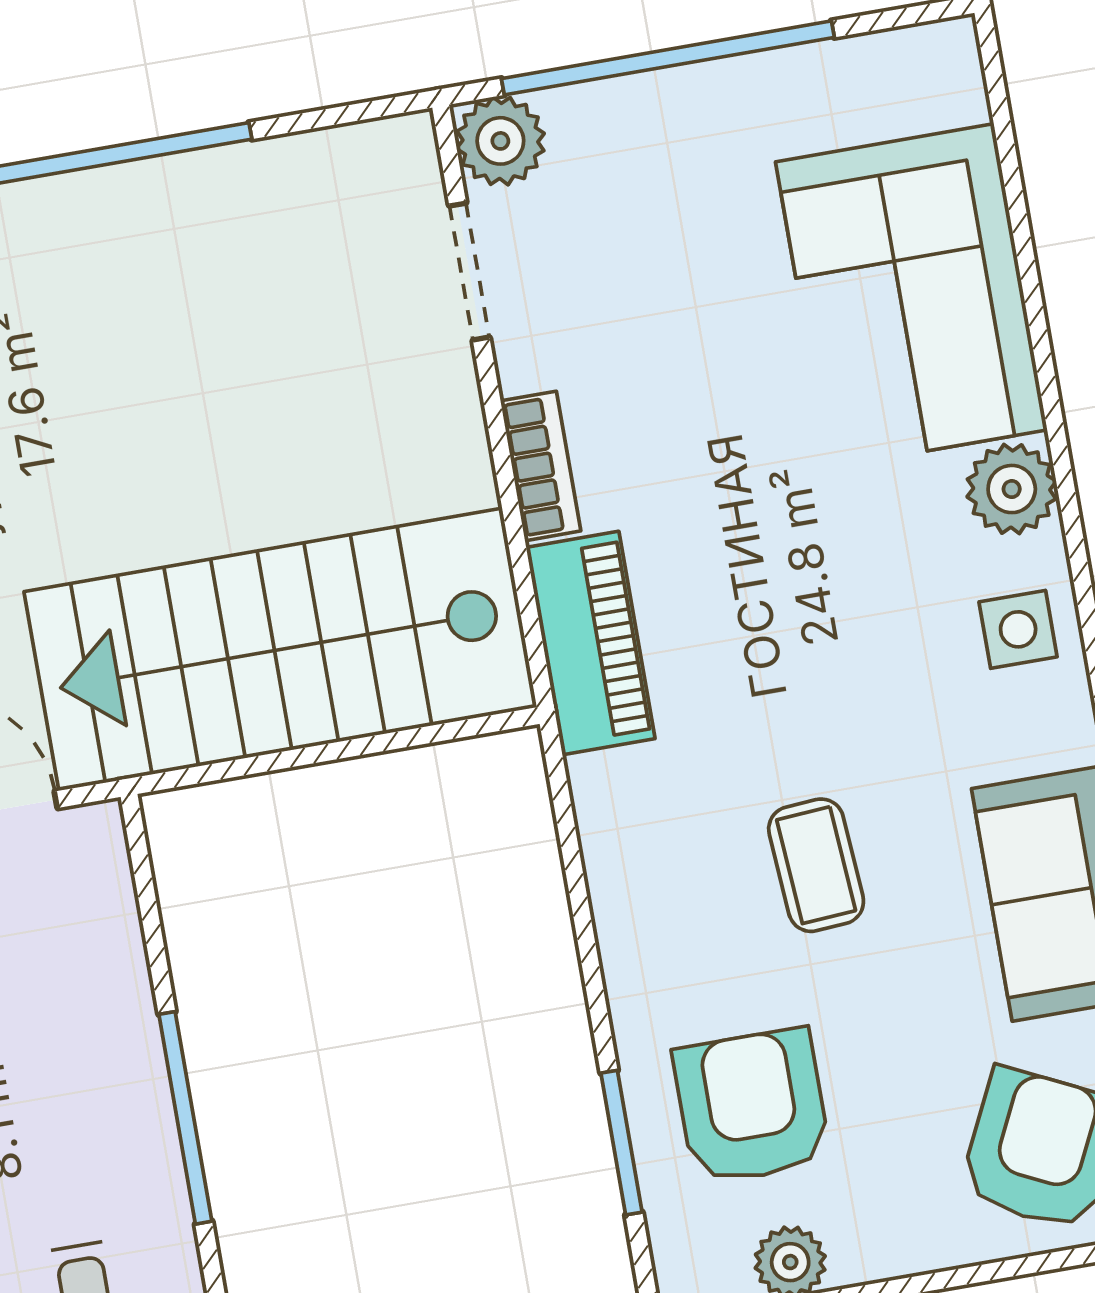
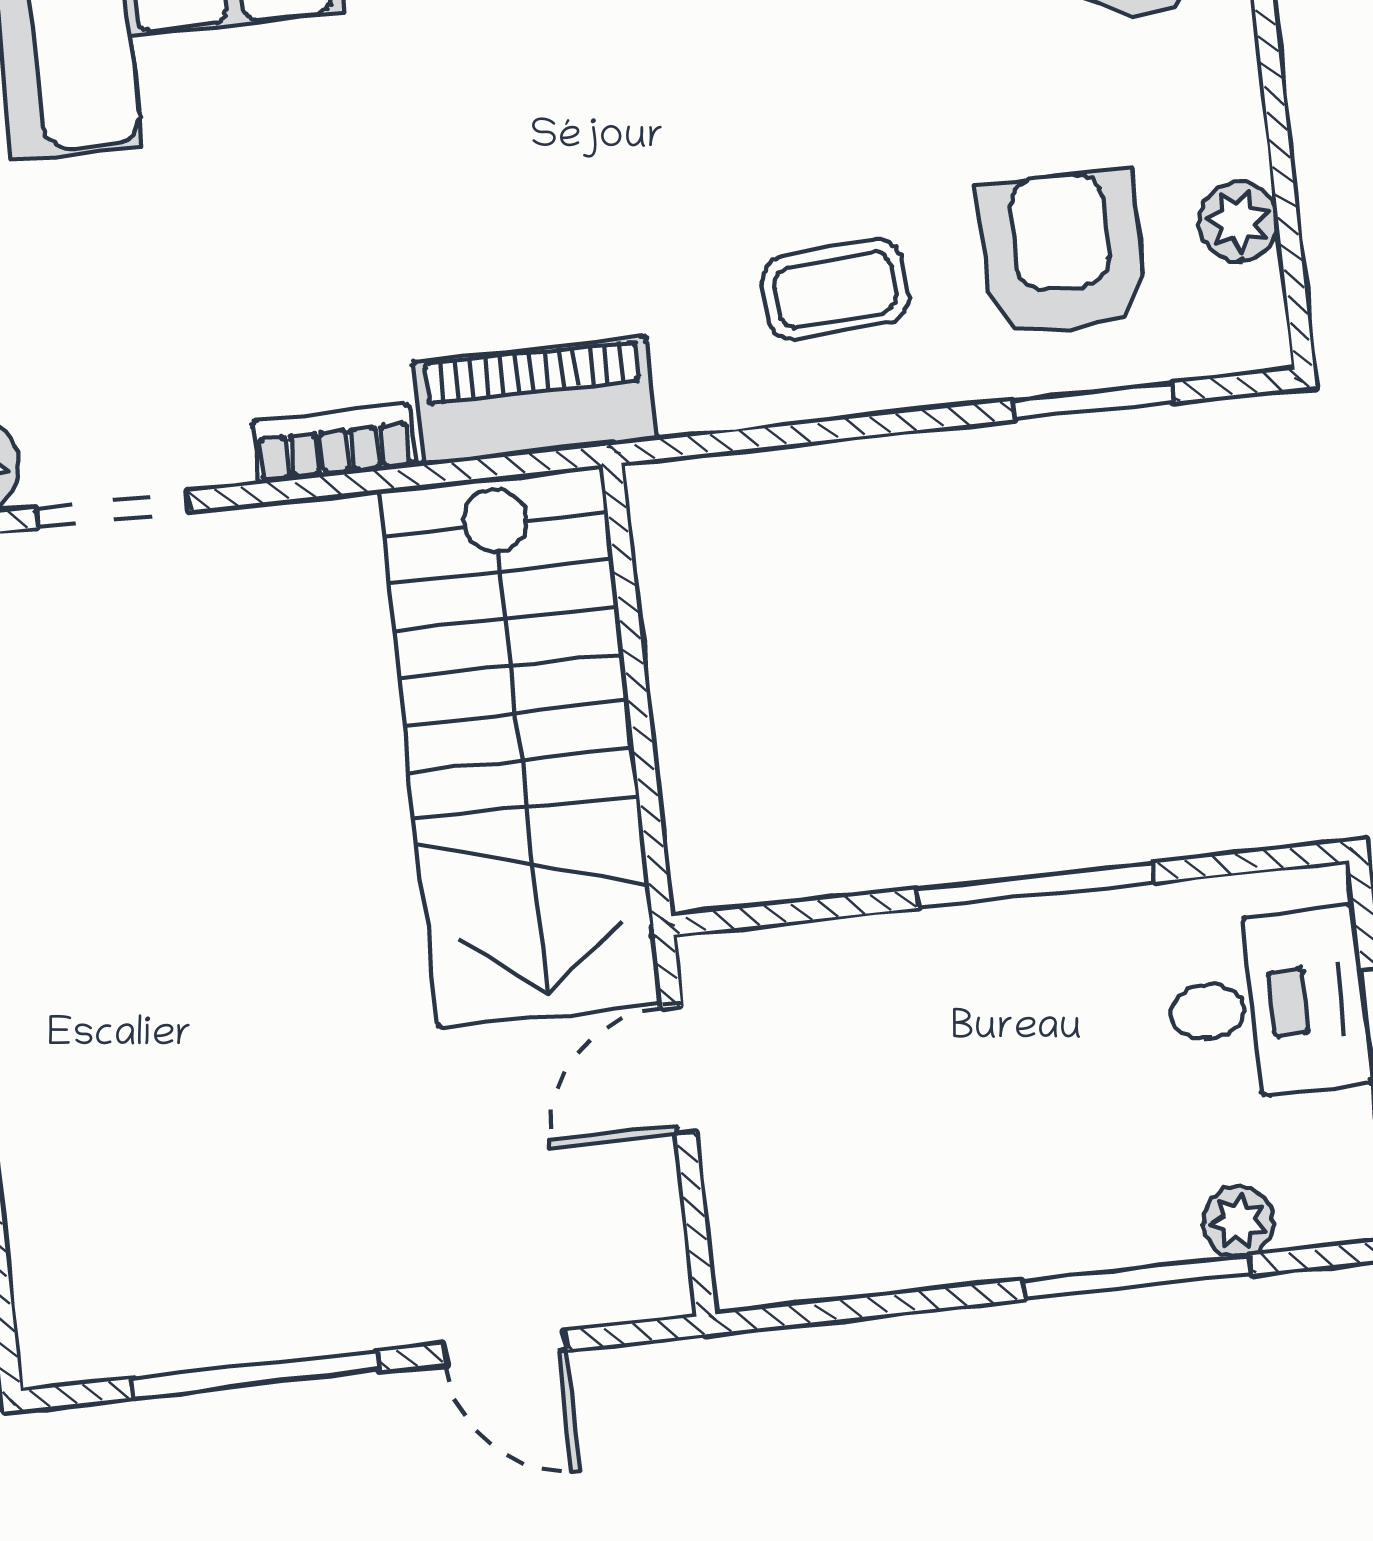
coffee table: (816, 865) -> (836, 290), moved
armchair: (752, 1106) -> (1062, 254), turned 90

